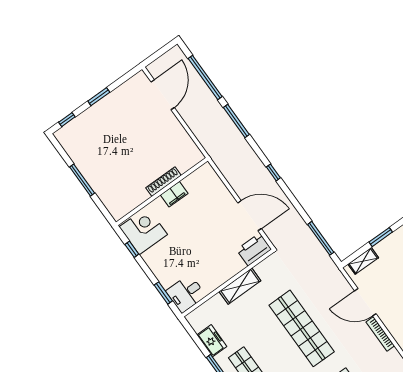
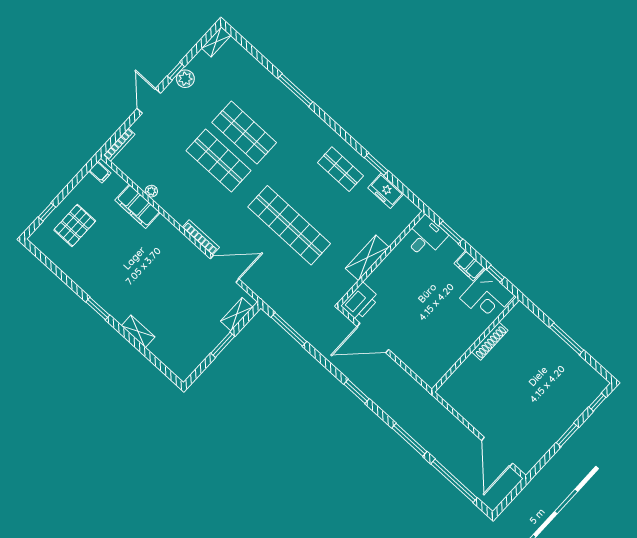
window: (273, 172) -> (357, 391), width x1.50
shoe rack: (163, 182) -> (490, 341), moved
filing cabinet: (174, 194) -> (469, 266), moved, turned -90

